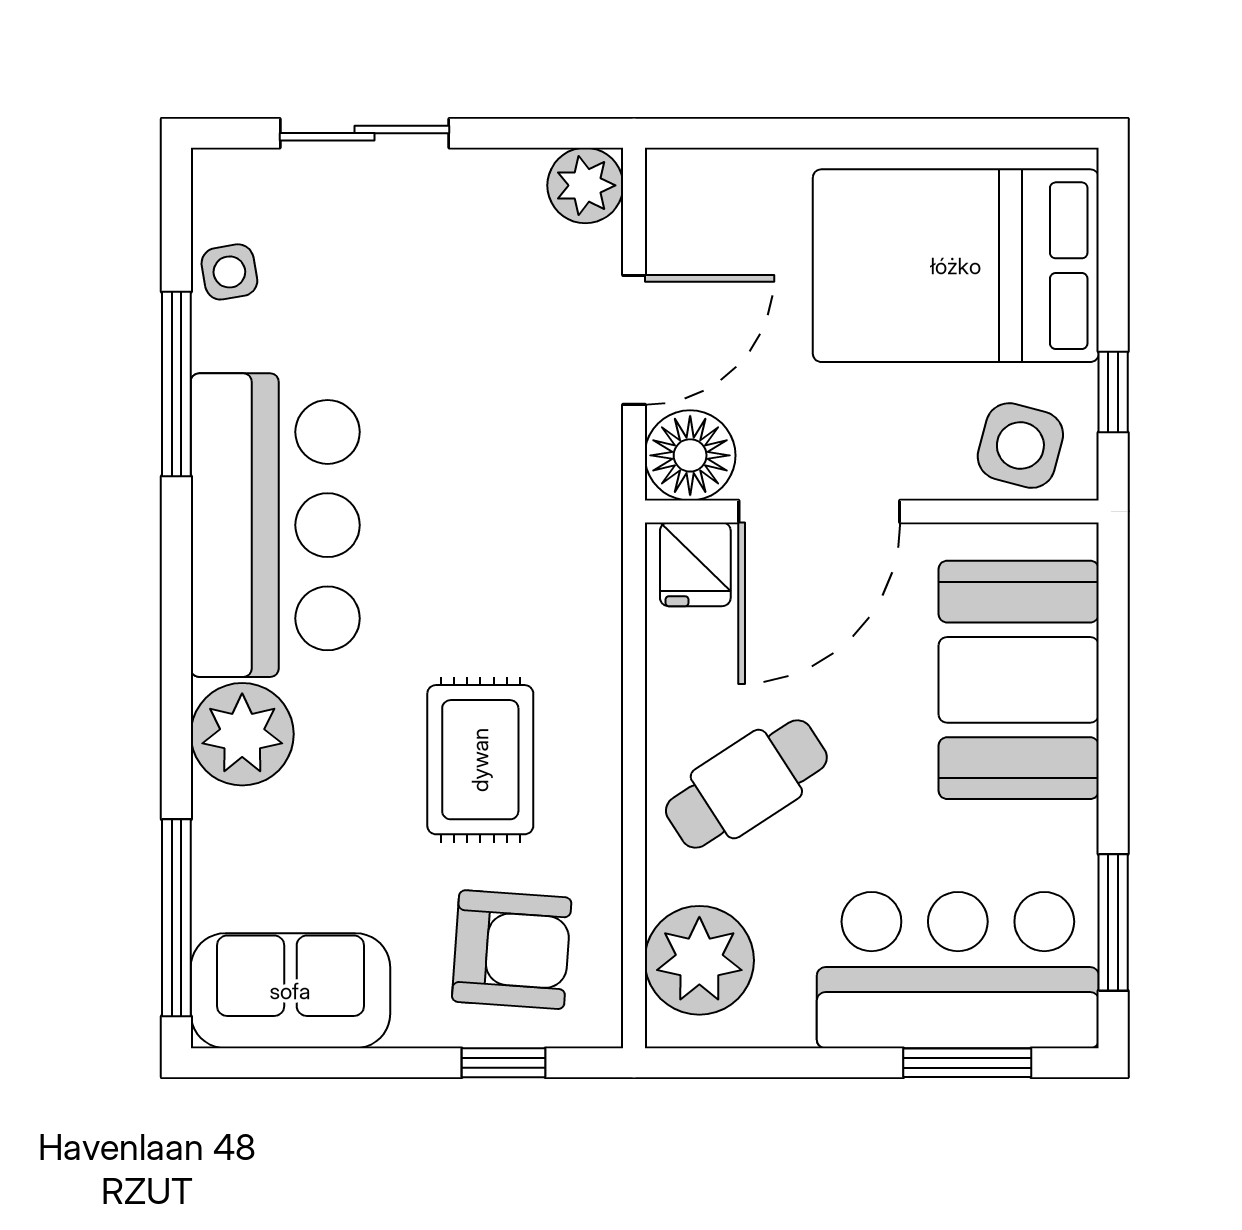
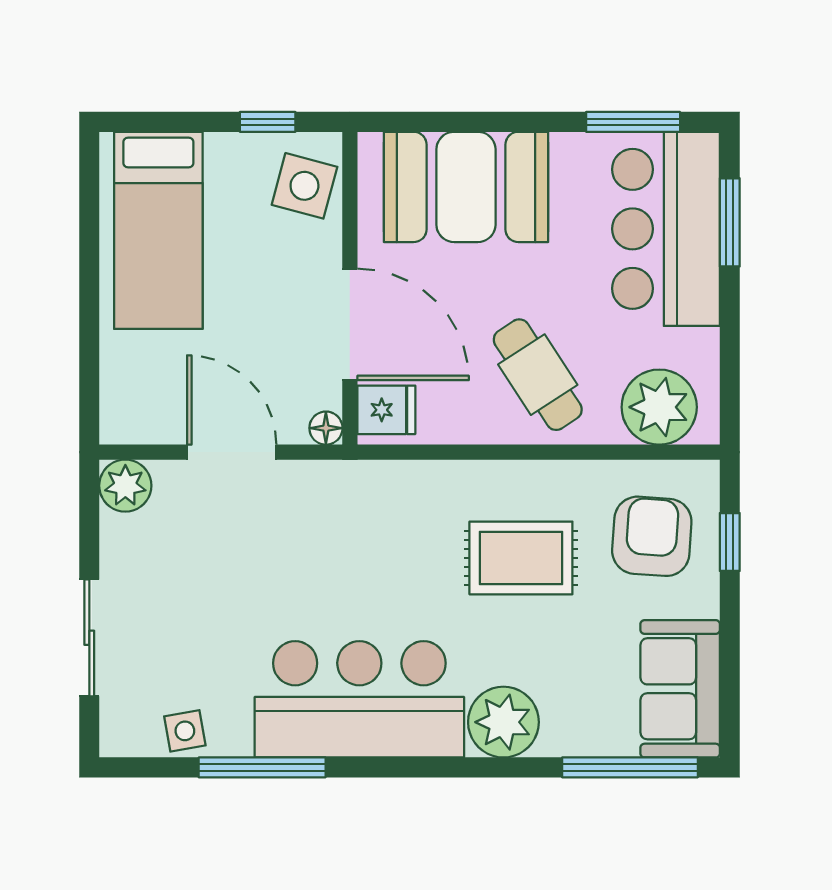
bed: (956, 266) -> (158, 230), width x0.67
floor lamp: (690, 455) -> (326, 428), width x0.53, depth x0.53

